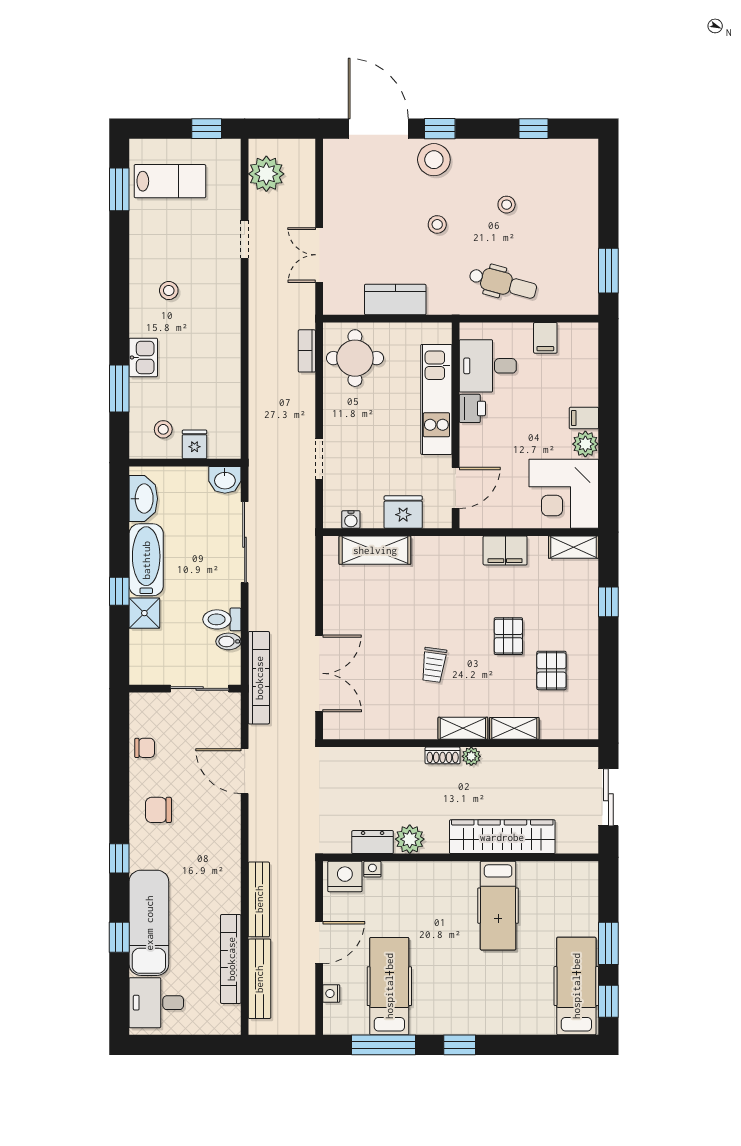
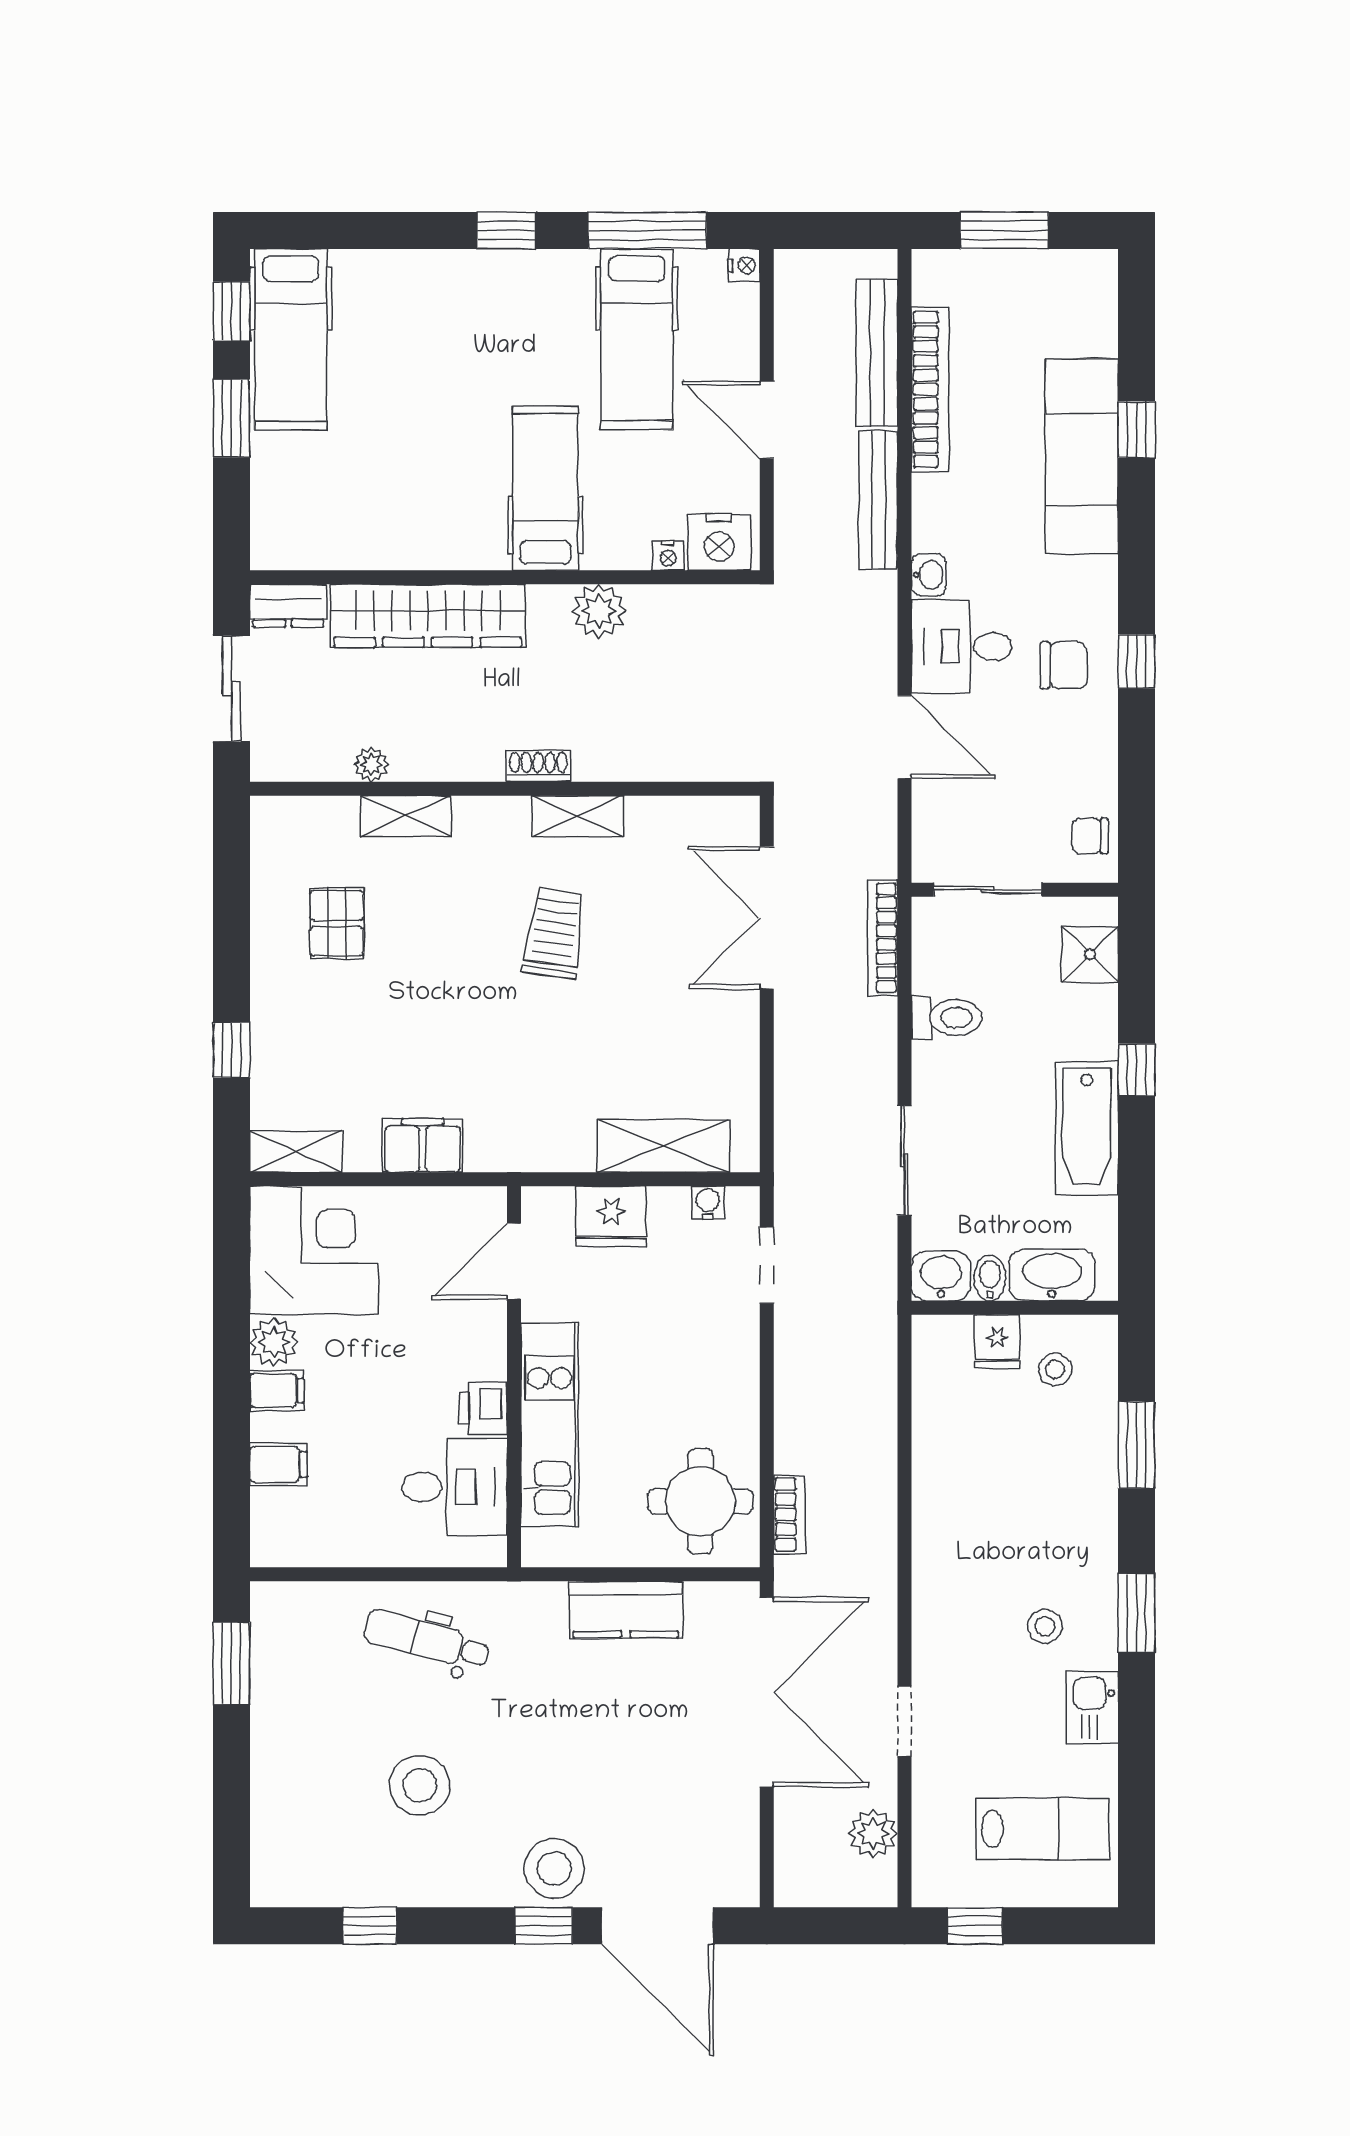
plant: (266, 174) -> (873, 1833), width x0.73, depth x0.73
lab bench: (170, 181) -> (1043, 1829), turned 180
window: (119, 189) -> (1137, 1613), moved
stool: (507, 205) -> (420, 1785), width x1.89, depth x1.89
stool: (437, 224) -> (548, 1749), removed
double door: (319, 255) -> (767, 1692), width x1.87
filing cabinet: (545, 338) -> (278, 1464), moved, turned 90
kitchen sink: (143, 357) -> (1092, 1708), moved
doorway: (319, 459) -> (767, 1265), moved
washbasin: (143, 499) -> (1052, 1275), moved, turned 90
sliding door: (245, 542) -> (905, 1160), width x0.73
shower: (144, 613) -> (1090, 954), moved
pallet: (508, 636) -> (417, 987), removed
bidet: (228, 641) -> (990, 1278), moved, turned -90
trolley: (434, 665) -> (555, 933), width x1.36, depth x1.39
bookcase: (259, 678) -> (883, 938), width x0.68, depth x0.76
shelving: (463, 728) -> (577, 816), moved
chair: (145, 748) -> (1090, 836), moved
plant: (471, 756) -> (371, 765), moved
dresser: (373, 842) -> (288, 606), moved
window: (119, 858) -> (1137, 661), moved
washbasin: (232, 859) -> (929, 575), added
hospital bed: (498, 906) -> (545, 488), moved
door: (319, 943) -> (767, 420), hinge flipped
nightstand: (331, 993) -> (744, 265), moved
desk: (156, 1003) -> (962, 646), moved, turned 180
window: (191, 1045) -> (1004, 230), added

